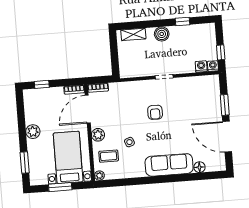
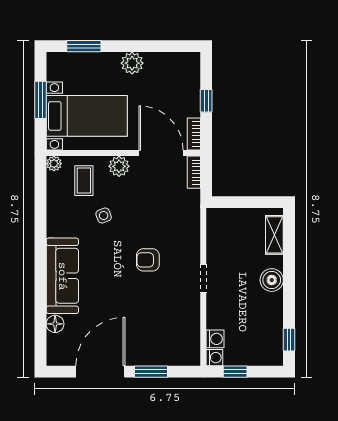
window: (182, 21) -> (289, 340), moved
window: (42, 84) -> (206, 101), moved

